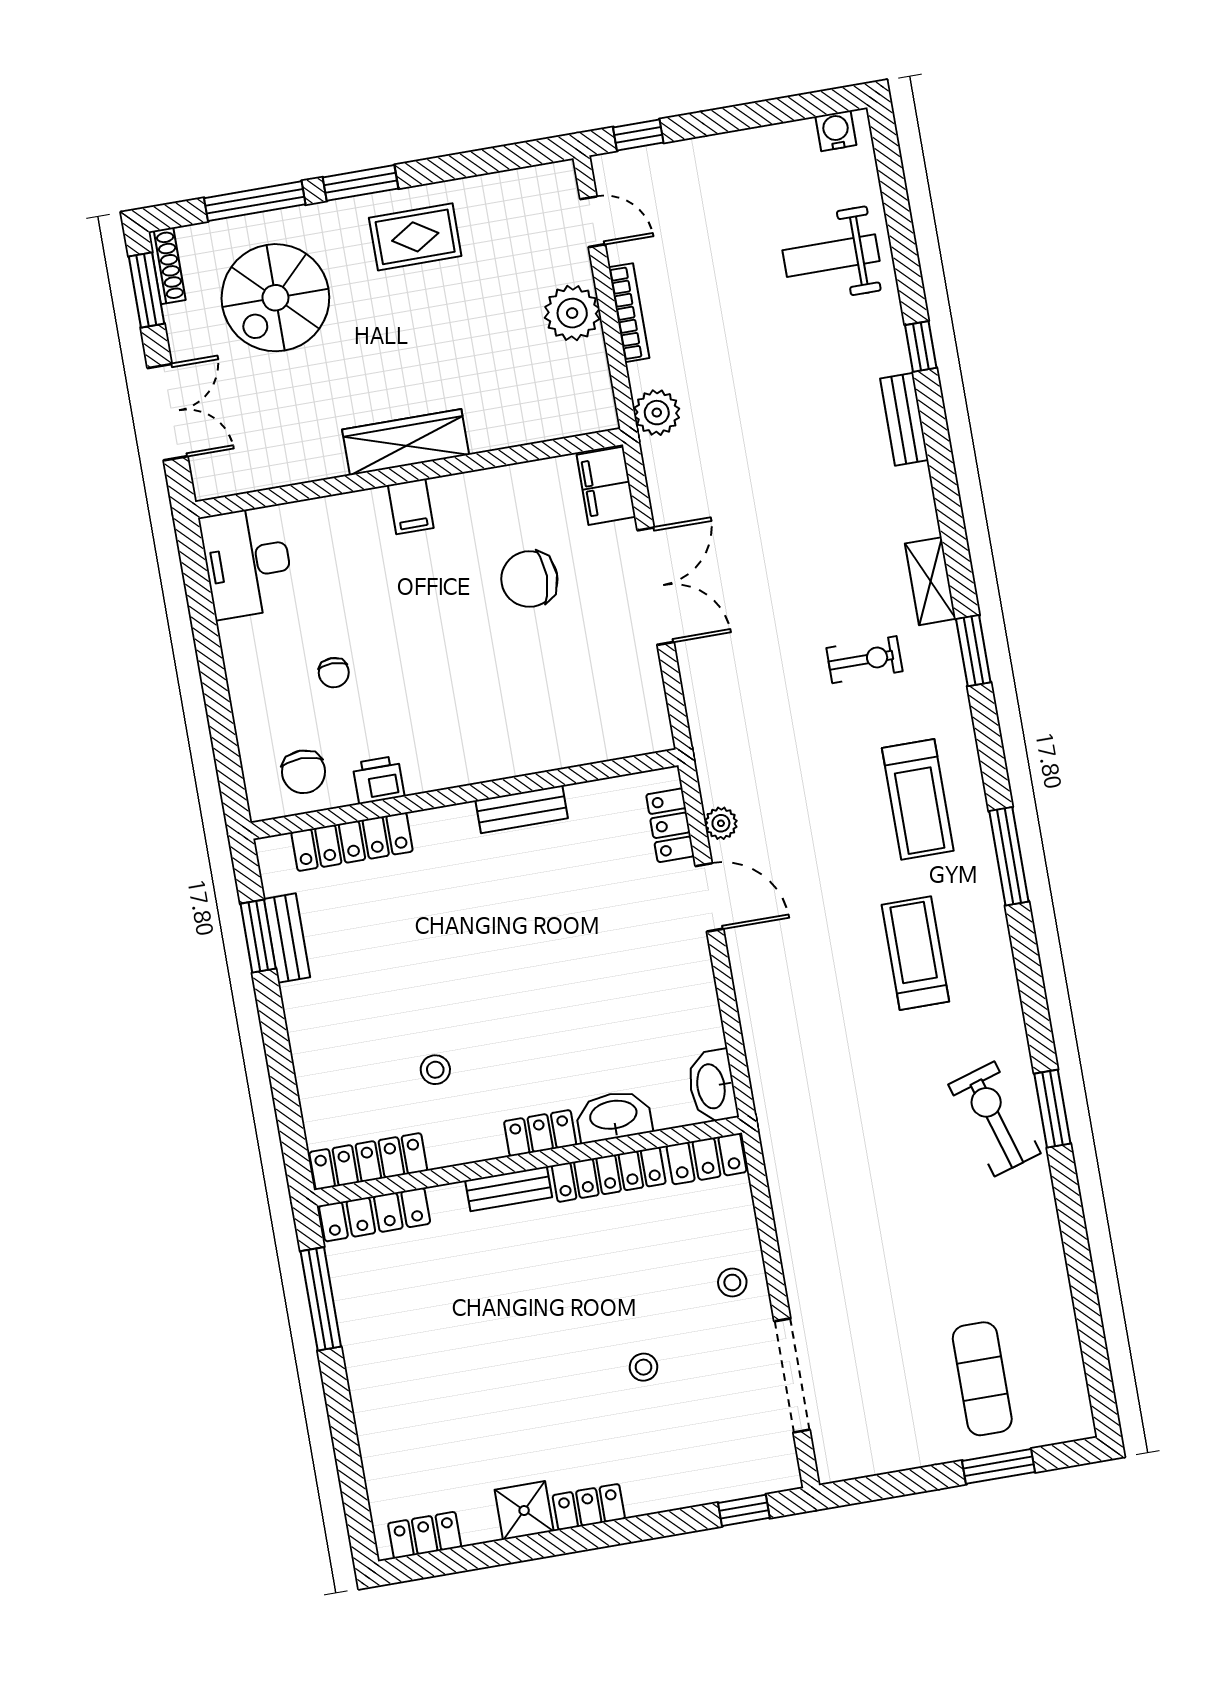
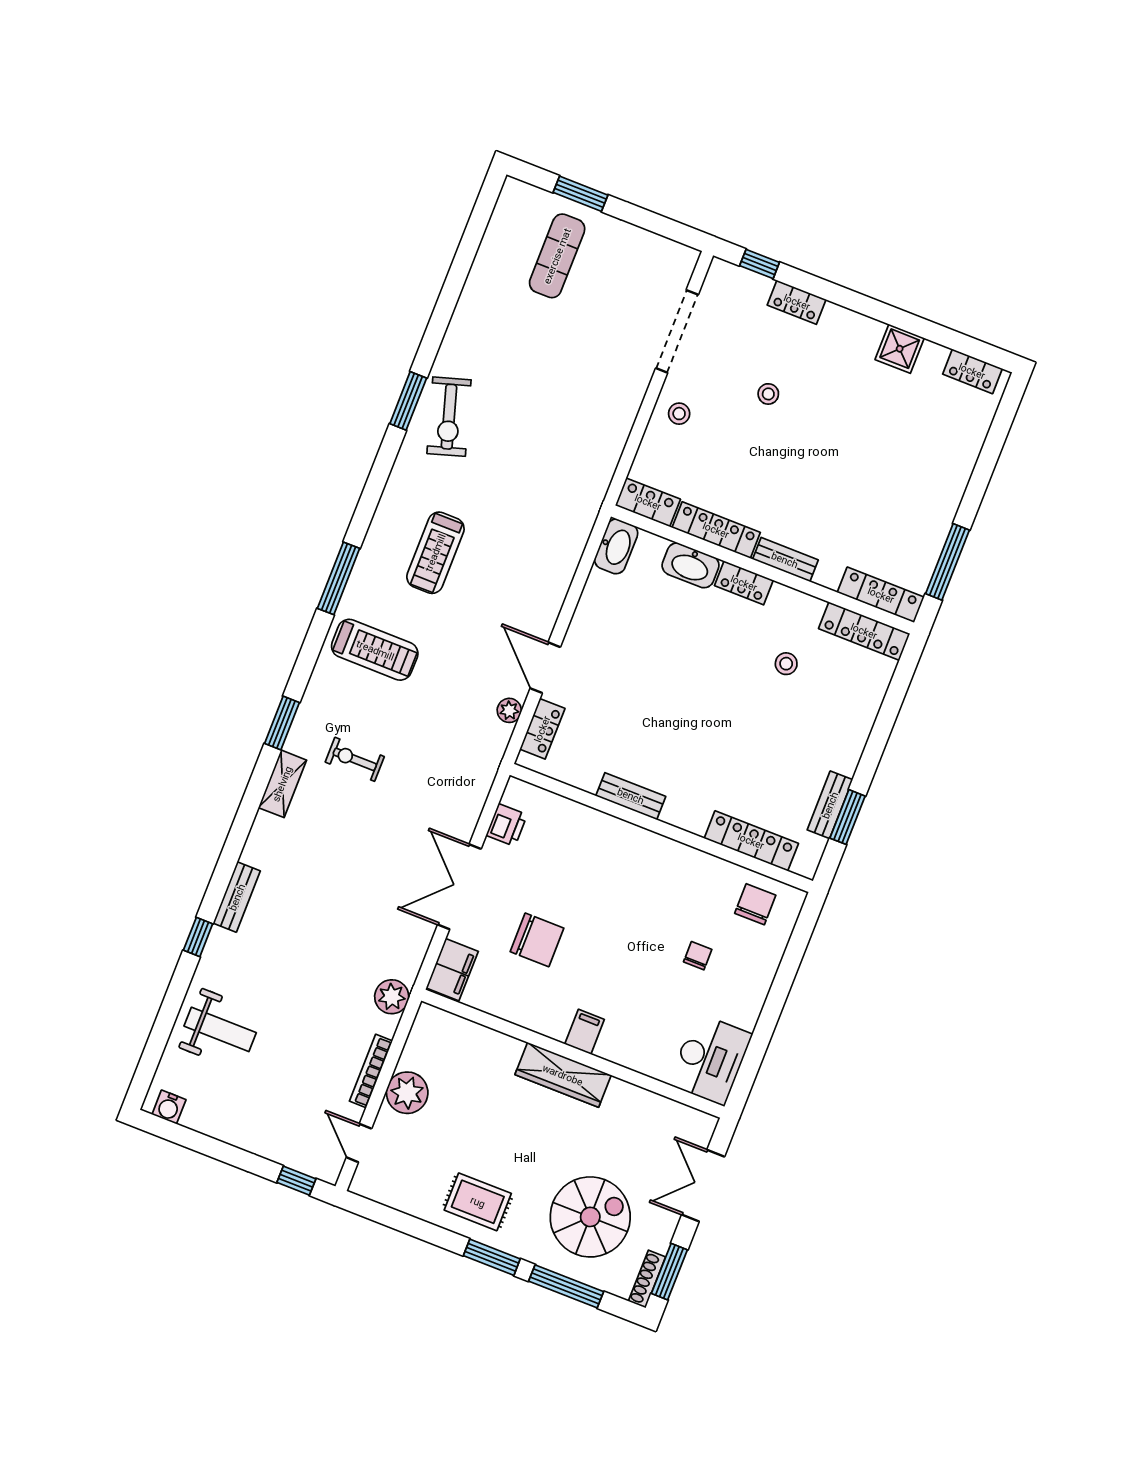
printer: (378, 780) -> (507, 825), moved, turned -90
treadmill: (918, 799) -> (375, 650), turned 90
locker: (589, 1507) -> (797, 302), moved

